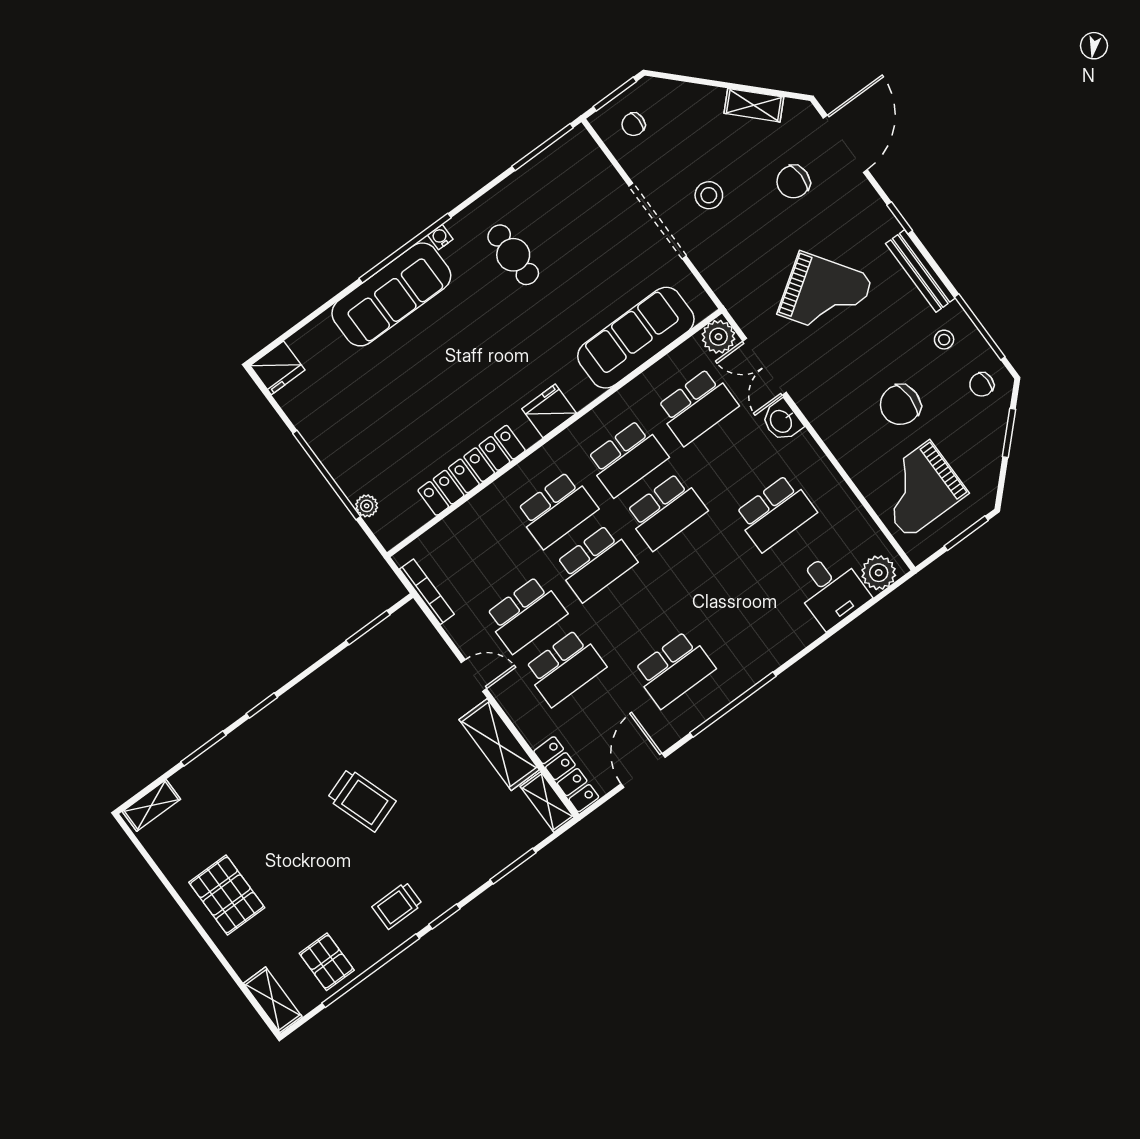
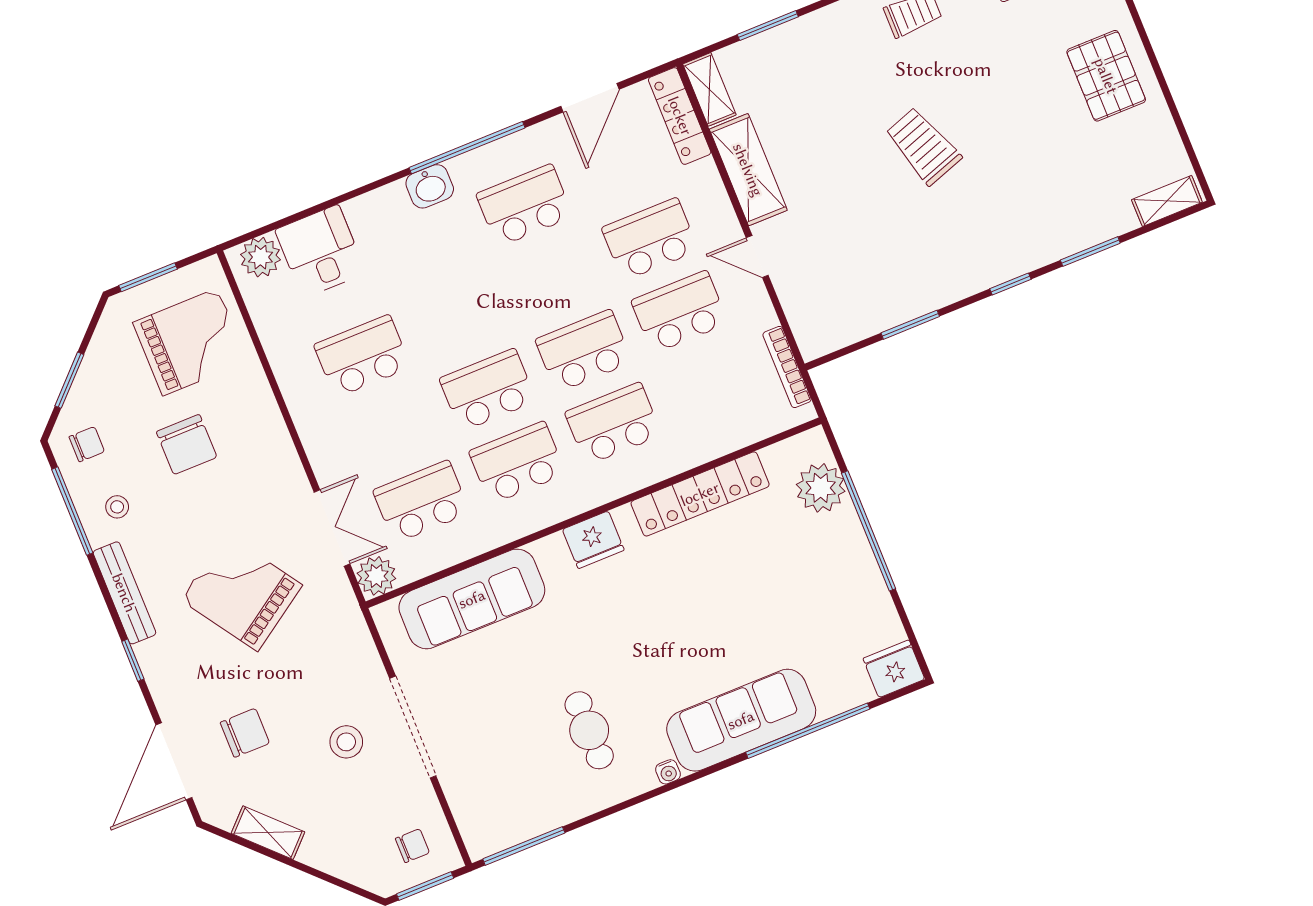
window: (405, 248) -> (808, 731), moved
chair: (900, 405) -> (187, 444), turned 90
washbasin: (782, 421) -> (430, 186), moved, turned 90
plant: (367, 506) -> (821, 488), width x1.88, depth x1.88
window: (368, 628) -> (910, 325), moved

